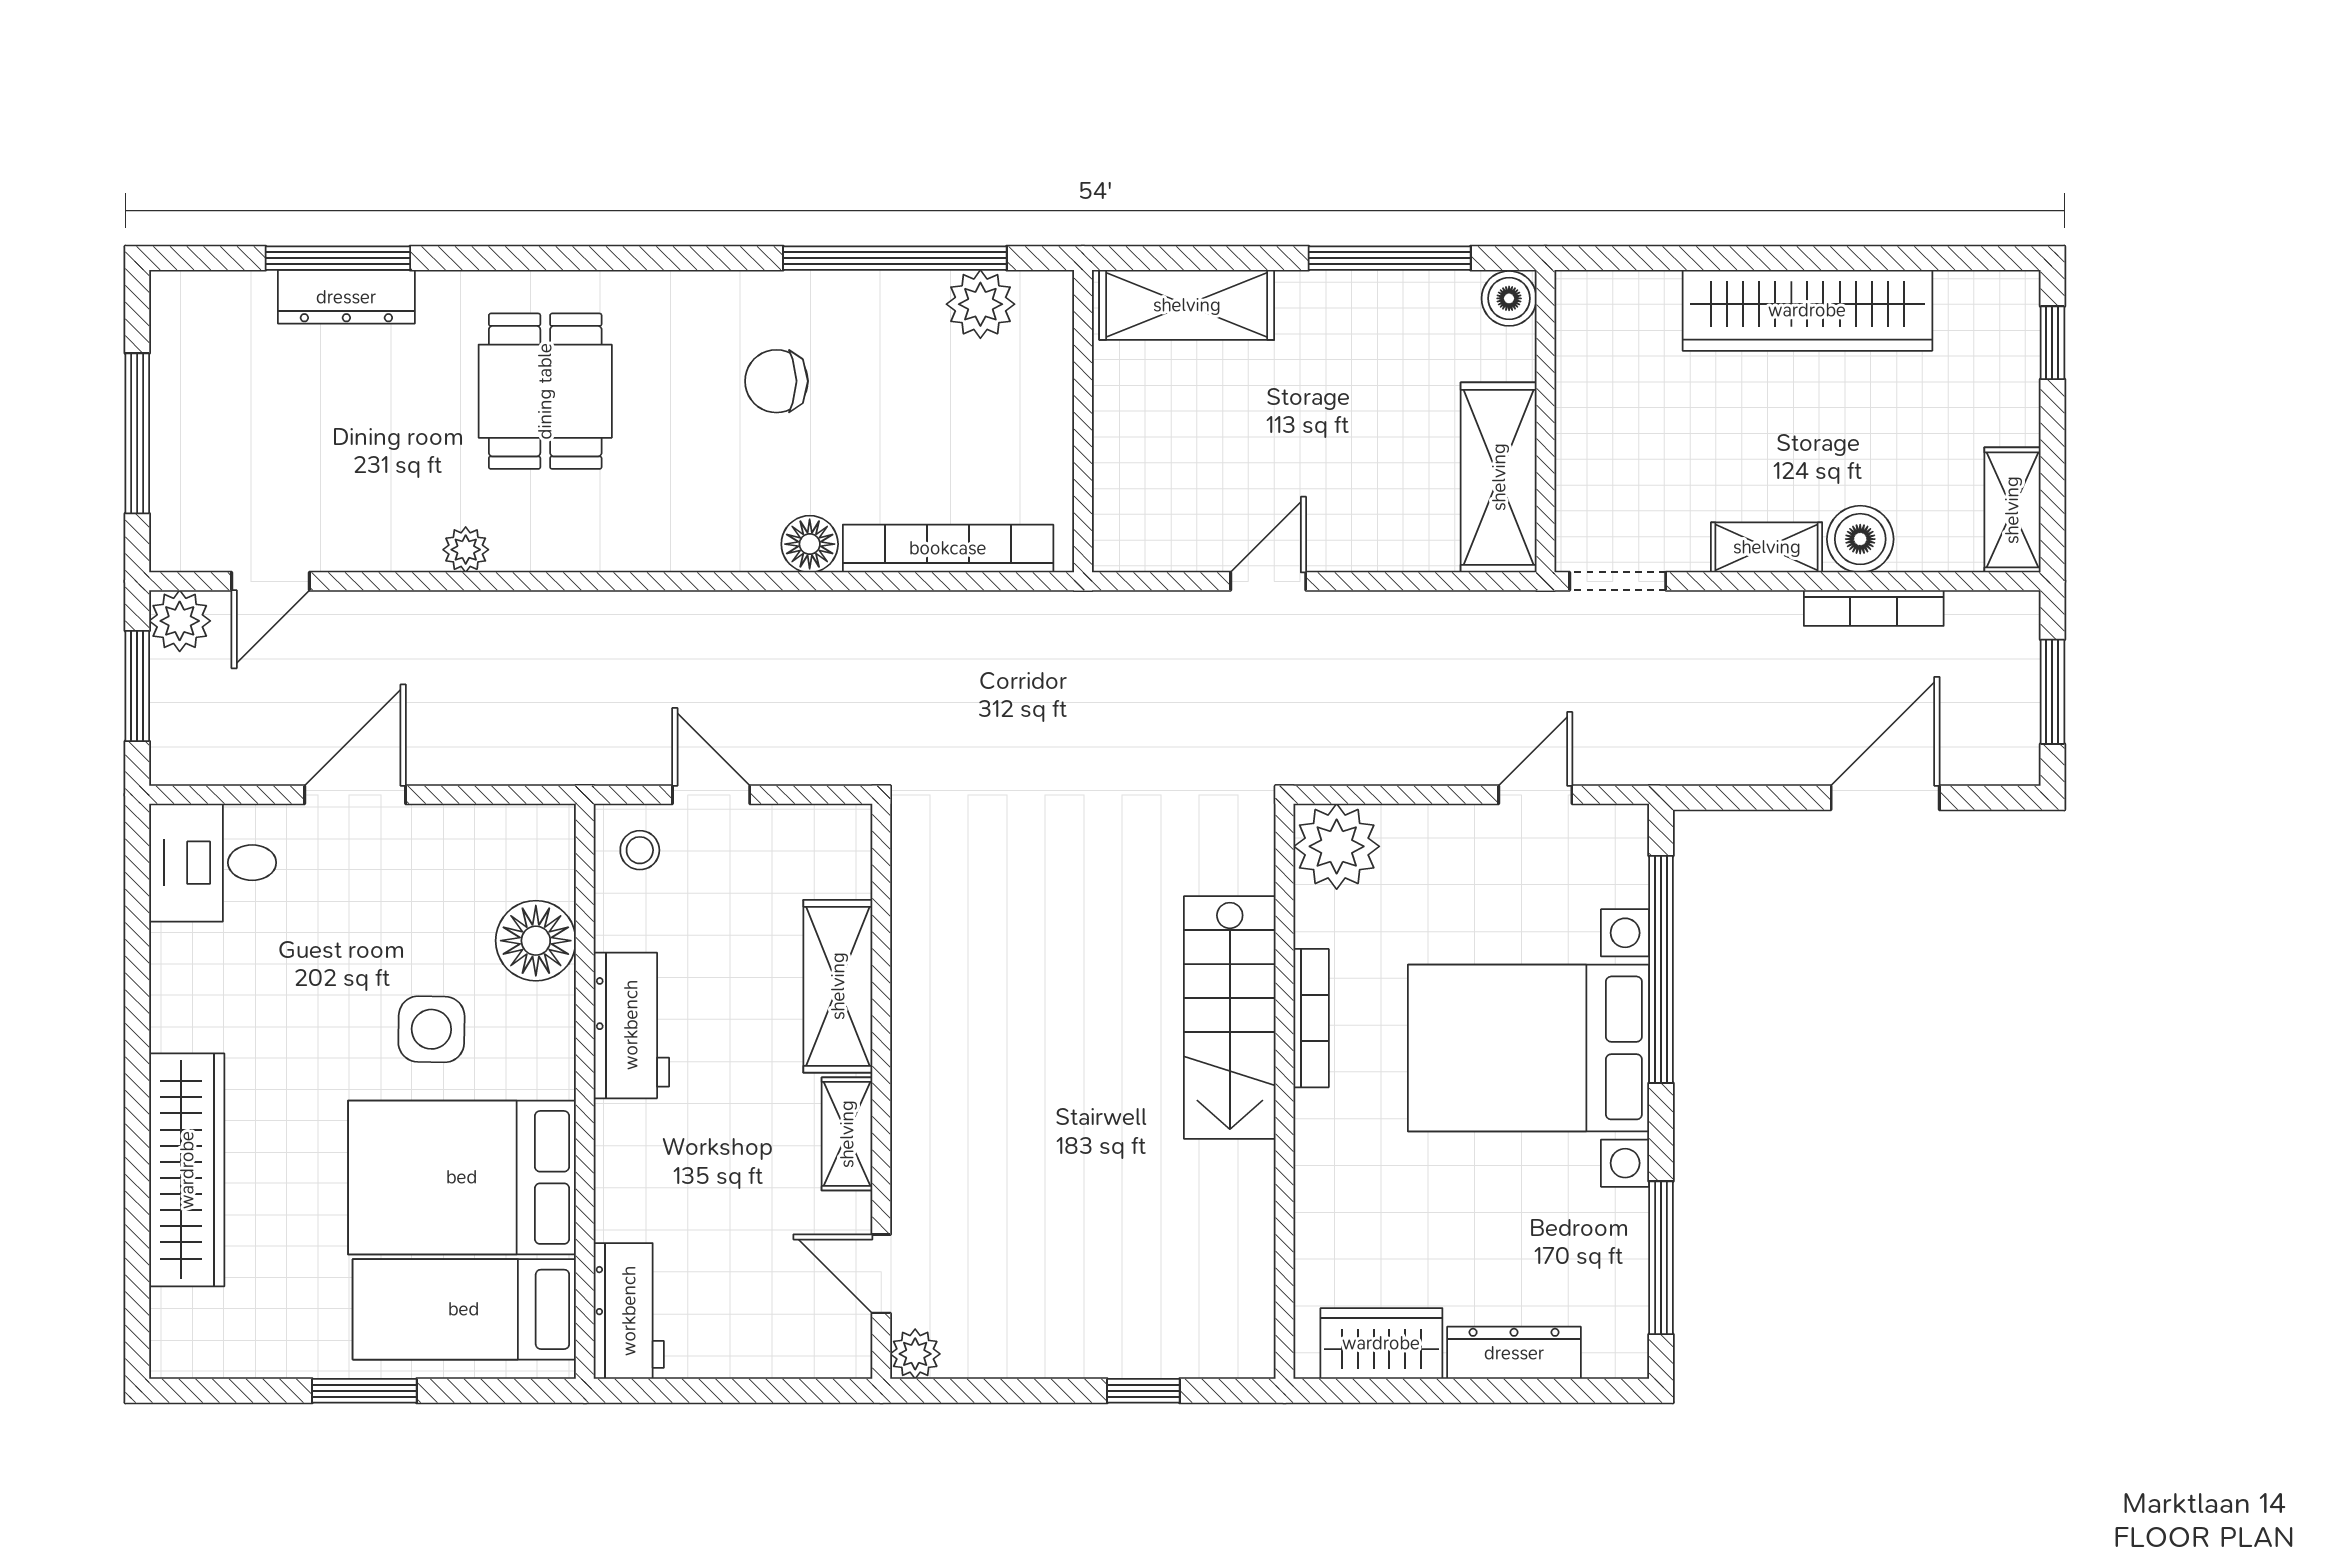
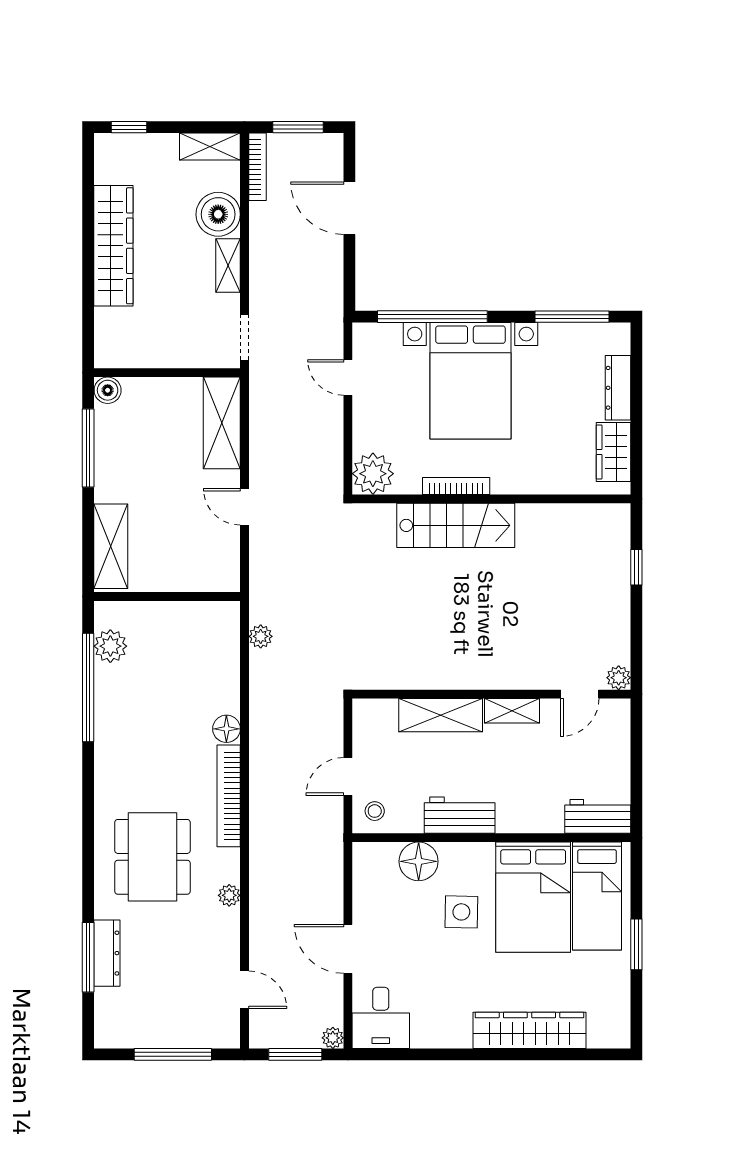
chair: (776, 381) -> (148, 745), removed
dining table: (545, 391) -> (152, 857), width x1.38
shelving: (1499, 477) -> (222, 423), moved, turned 90
boiler: (1860, 539) -> (218, 214), width x1.37, depth x1.37
bookcase: (948, 548) -> (229, 796), moved
bookcase: (1874, 608) -> (258, 167), moved
plant: (1000, 614) -> (261, 636), added
plant: (180, 621) -> (333, 1038), moved, width x0.73, depth x0.73

